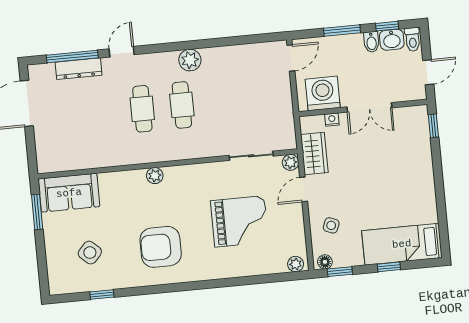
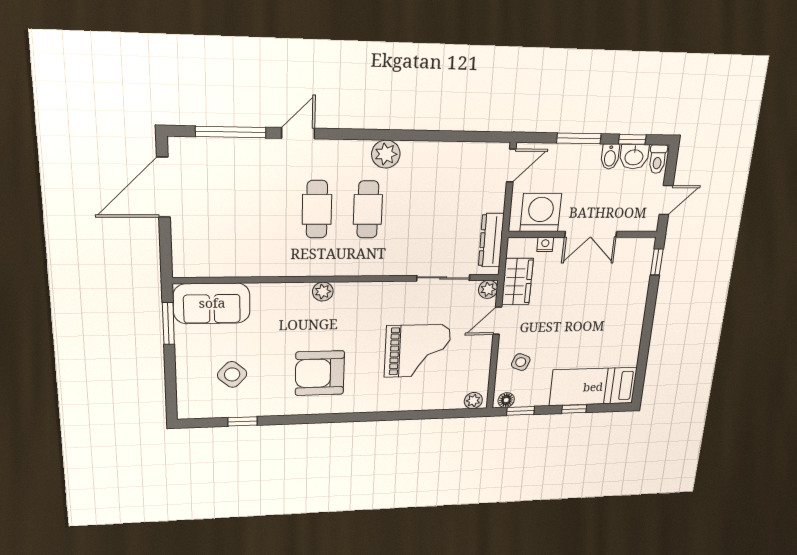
dresser: (79, 69) -> (491, 240), moved, turned 90

